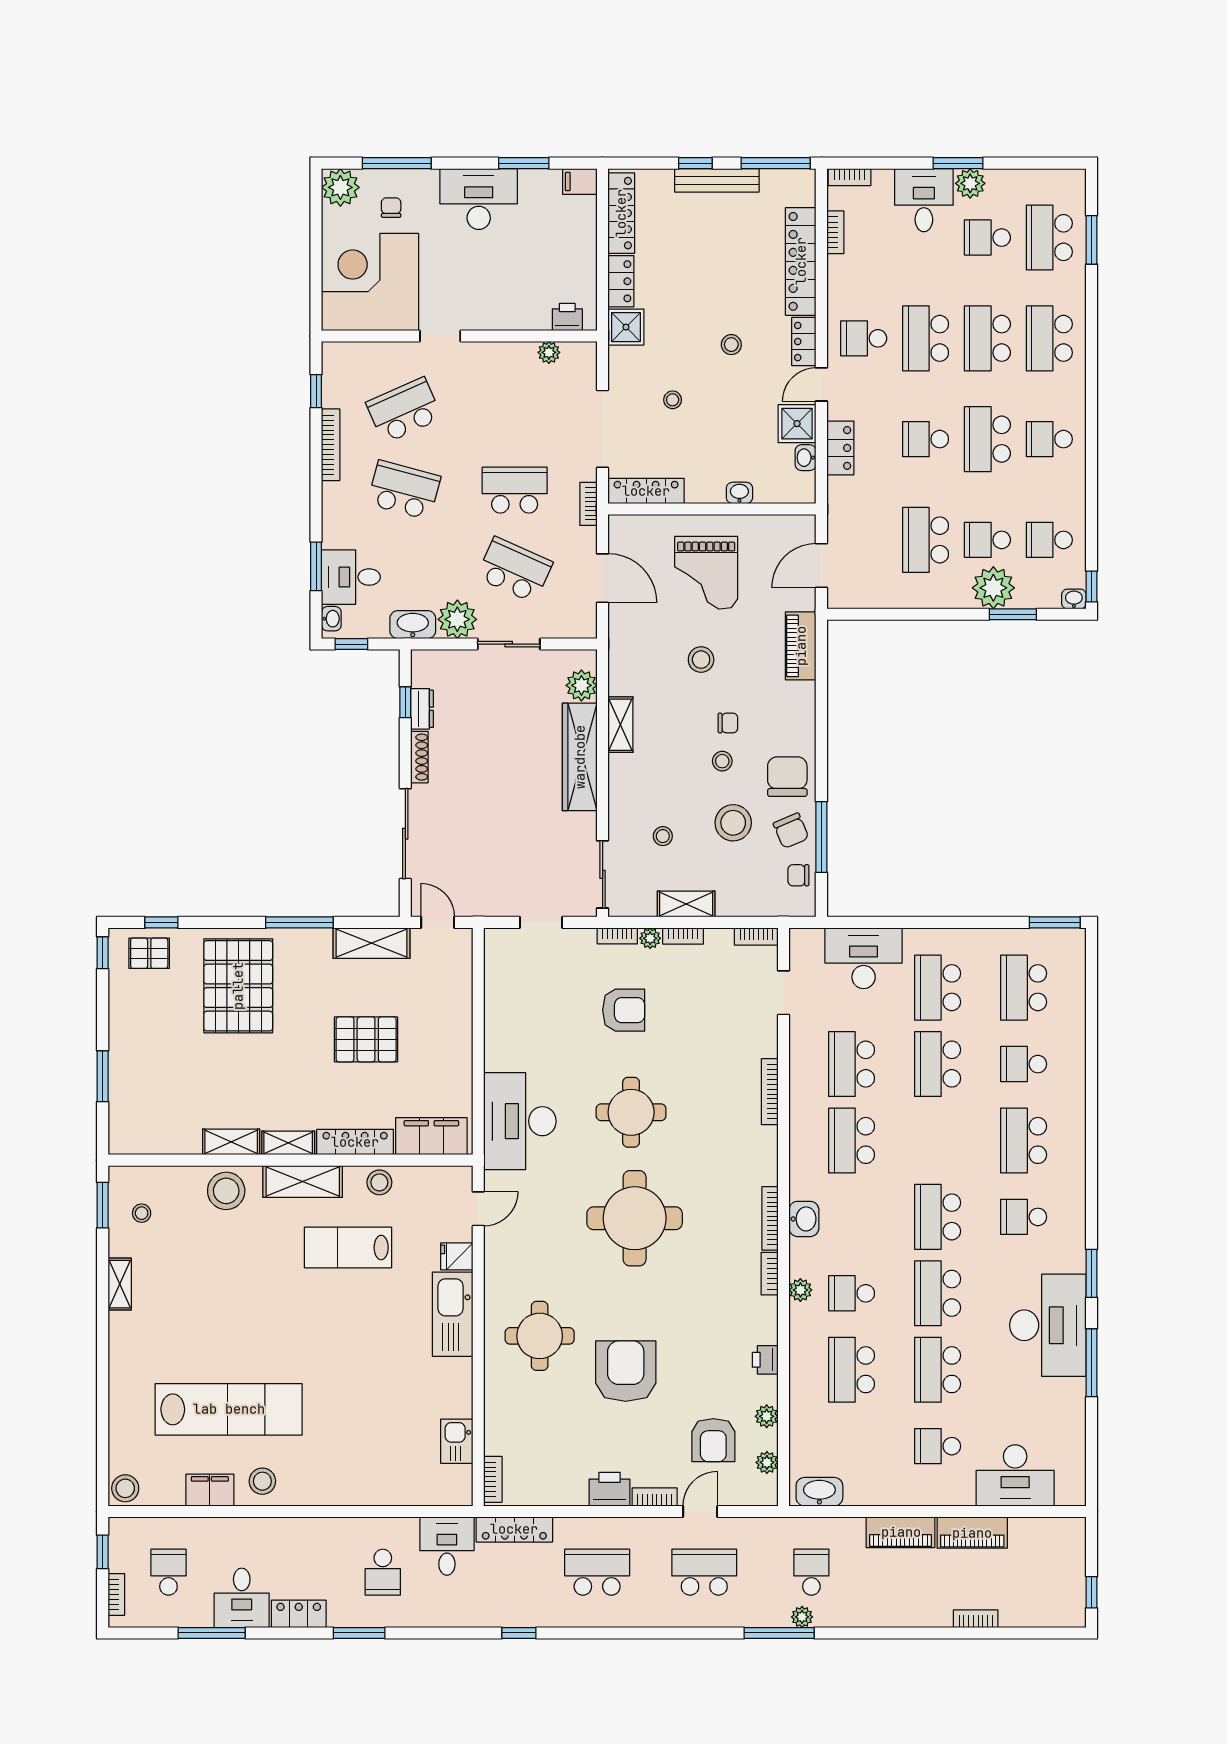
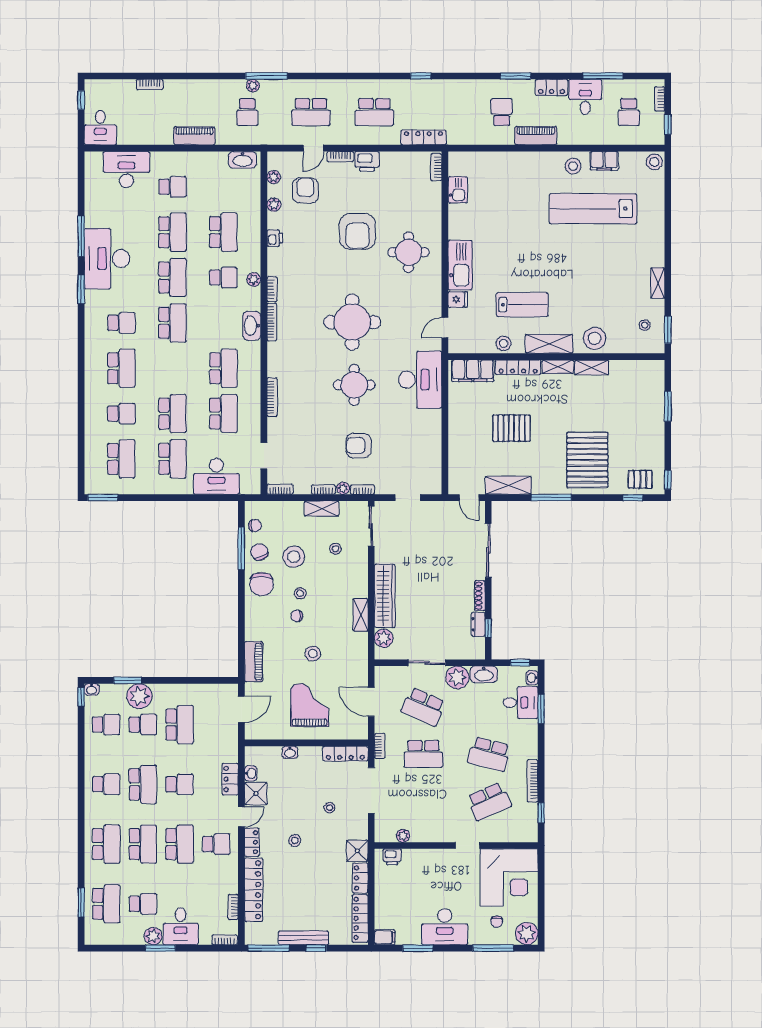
washbasin: (804, 1219) -> (252, 326), width x1.38
piano: (972, 1533) -> (536, 136), moved
desk: (447, 1546) -> (100, 128), moved

